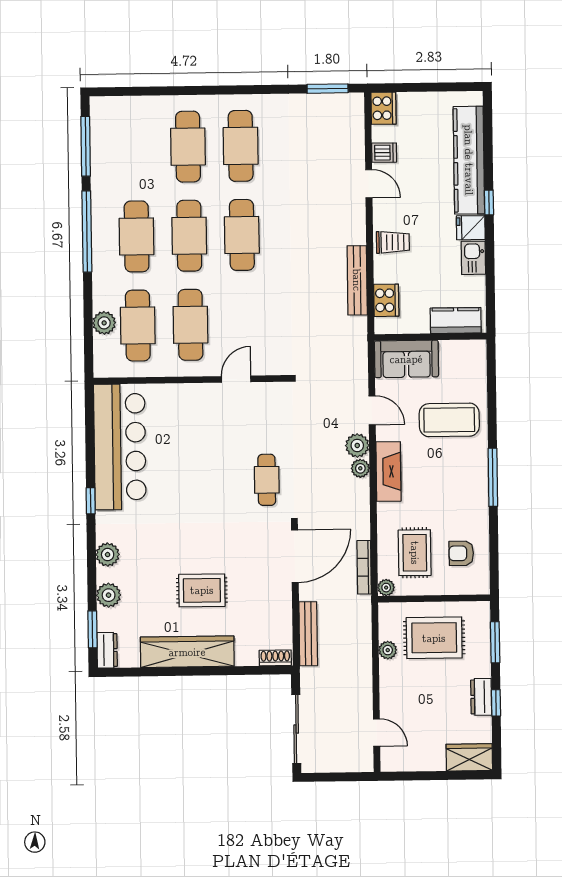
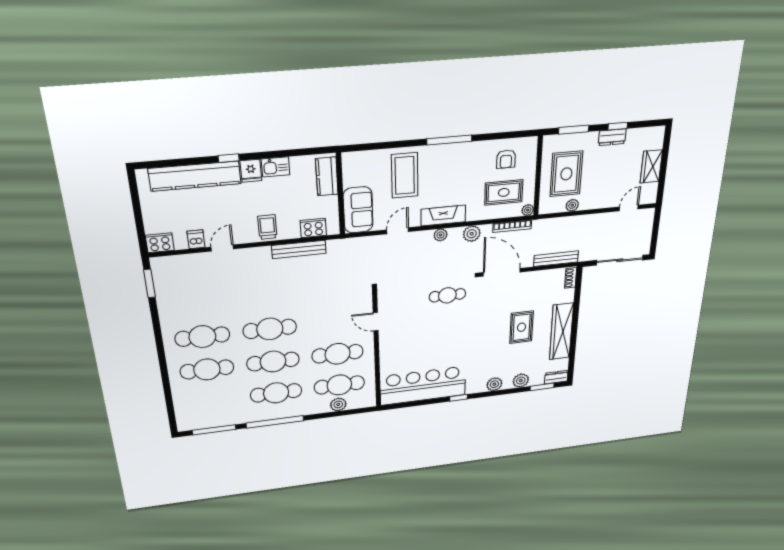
plant: (357, 445) -> (472, 234), moved
wardrobe: (469, 757) -> (651, 167), moved

